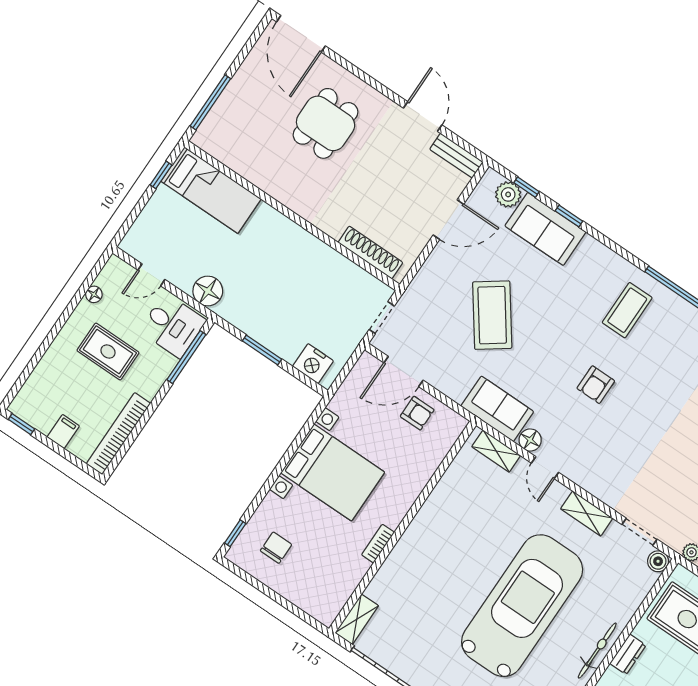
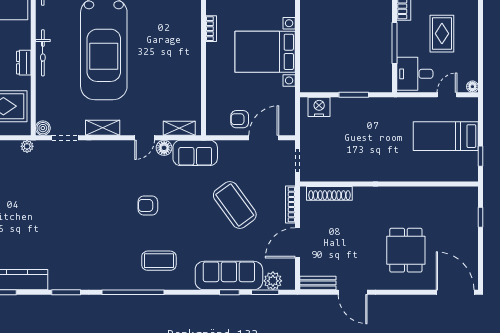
window: (210, 102) -> (481, 217), width x0.46
window: (527, 187) -> (265, 292), width x1.50
bed: (211, 190) -> (446, 136), moved
sofa: (545, 229) -> (229, 275), width x1.36
bookcase: (426, 271) -> (290, 205), added
floor lamp: (208, 291) -> (408, 107), removed
floor lamp: (94, 294) -> (472, 87), moved
coffee table: (627, 310) -> (159, 261), turned 90
rug: (108, 352) -> (442, 34), turned 90
window: (186, 357) -> (395, 43), moved
armchair: (596, 385) -> (148, 205), turned -90
door: (545, 468) -> (145, 138), swing flipped

